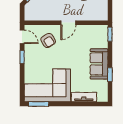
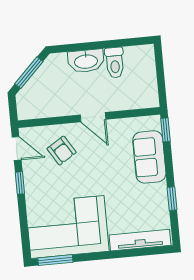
door: (68, 23) -> (93, 117), hinge flipped
sofa: (99, 64) -> (149, 157), moved
tv unit: (84, 97) -> (140, 240), width x1.41

